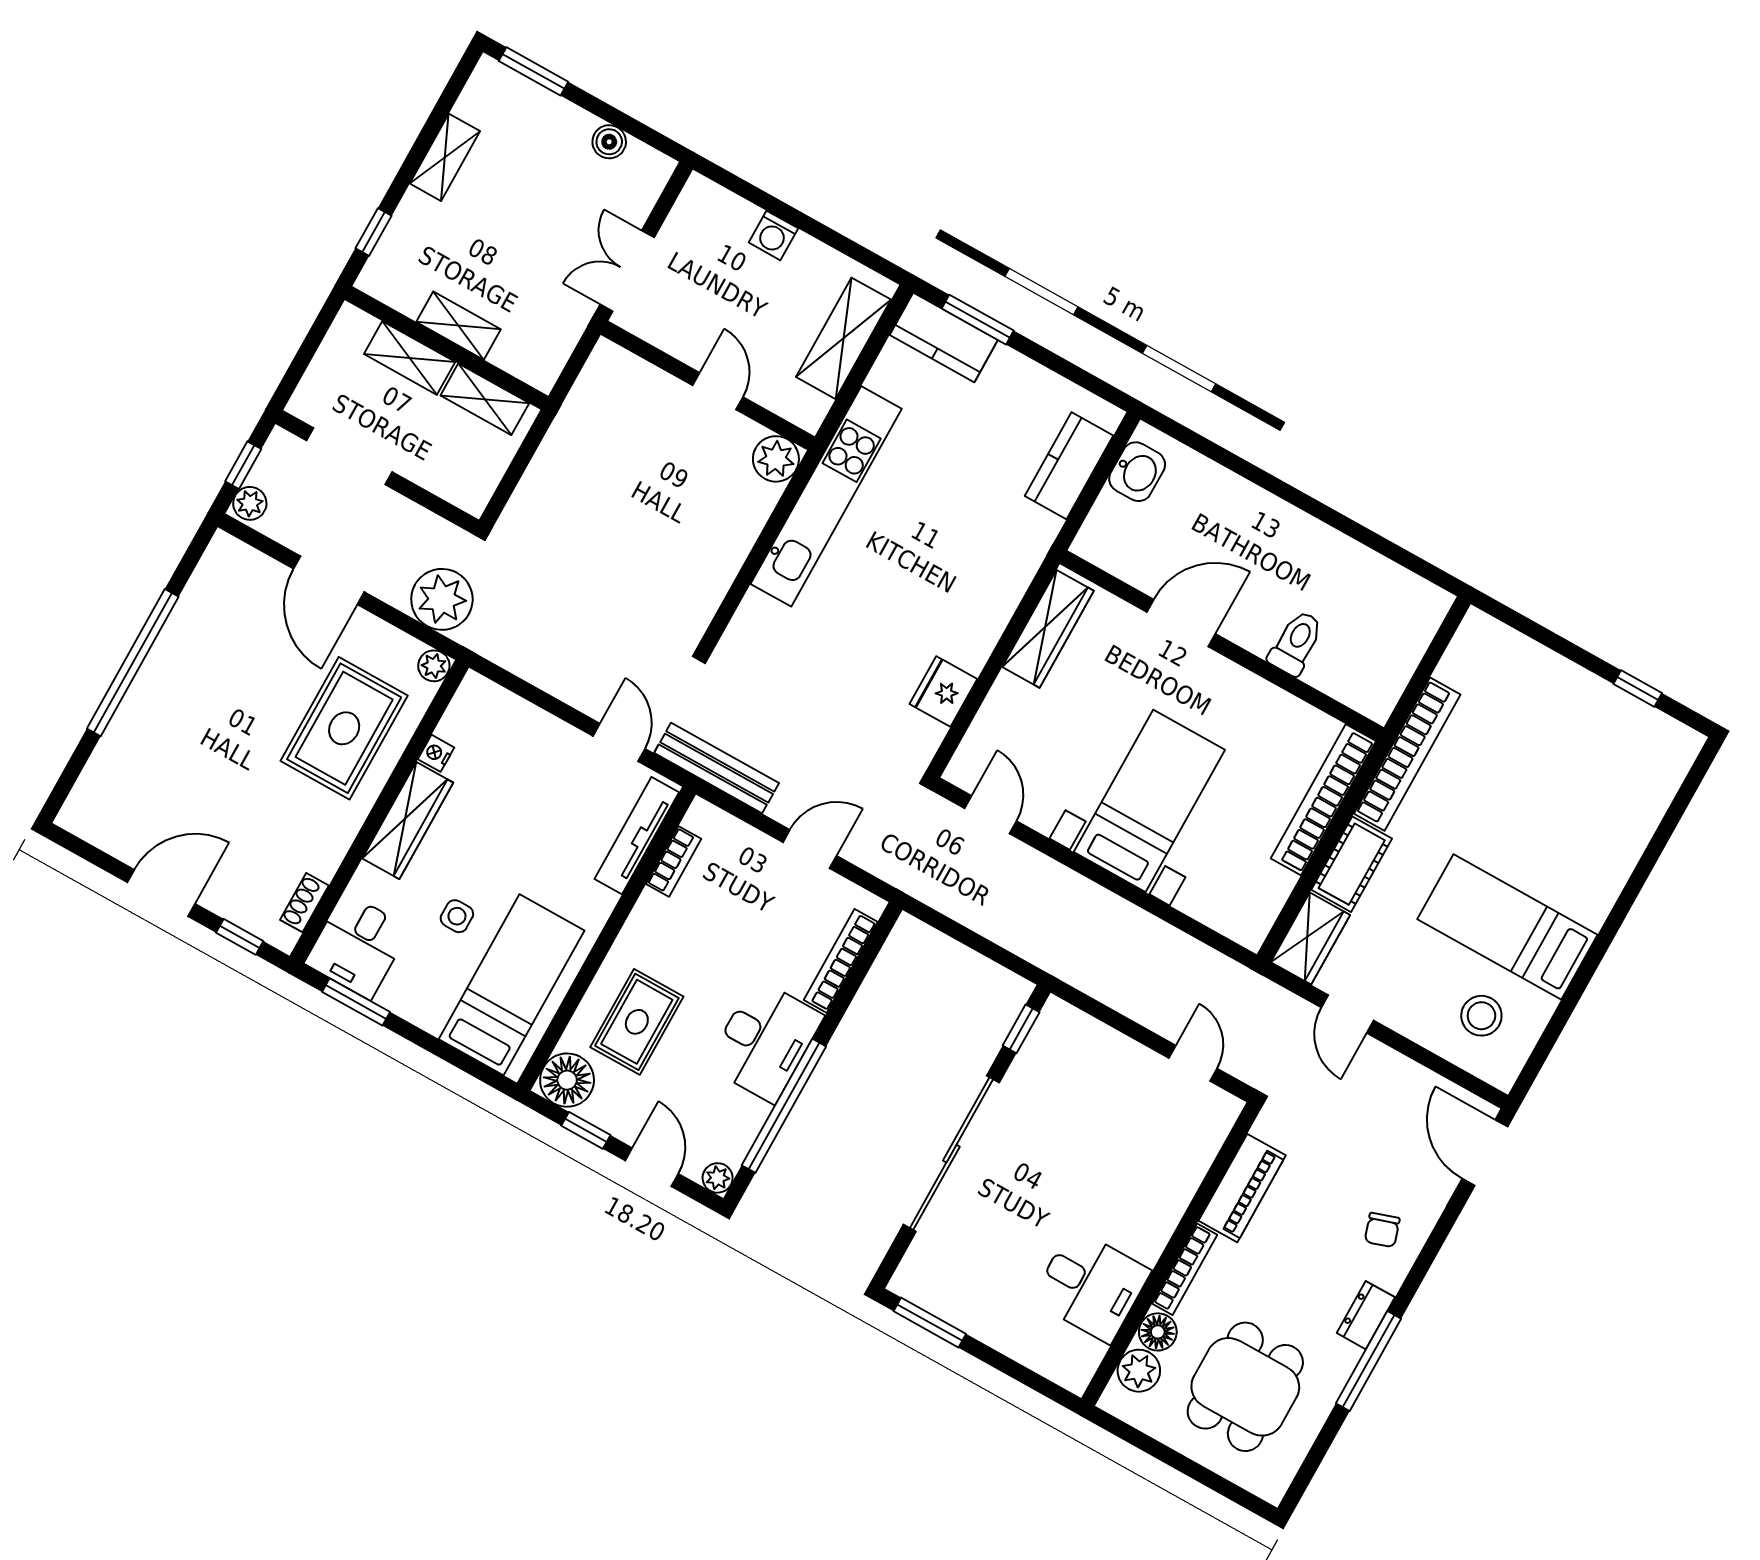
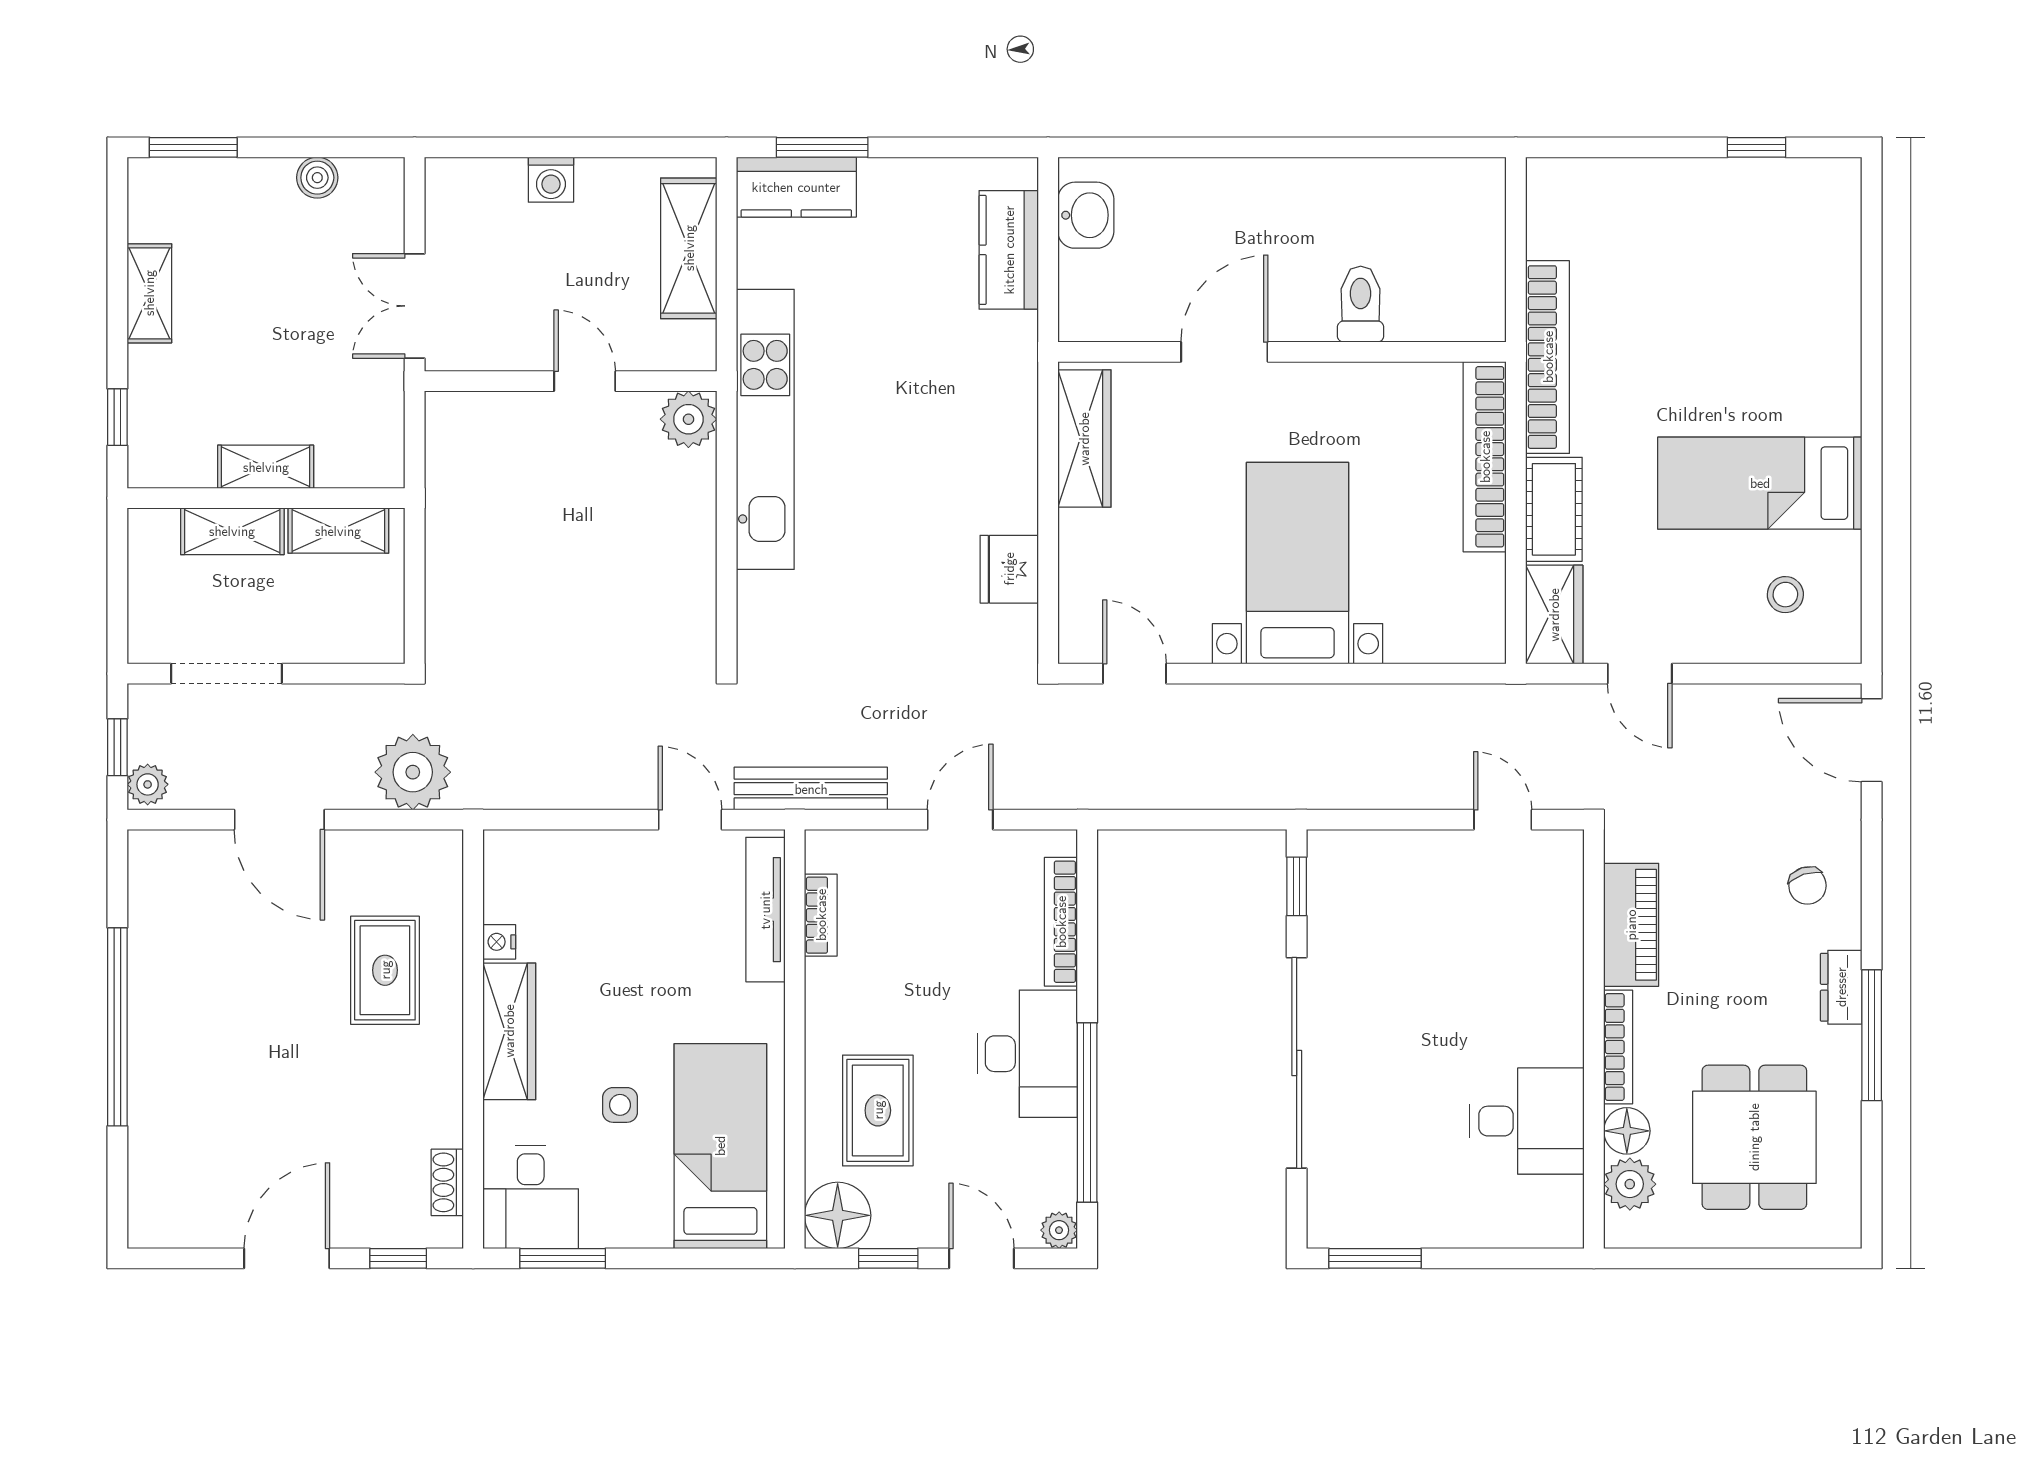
plant: (434, 666) -> (444, 849), removed
rug: (344, 728) -> (385, 970), width x0.73, depth x0.70
stool: (1481, 1016) -> (1785, 595), width x0.73, depth x0.73

